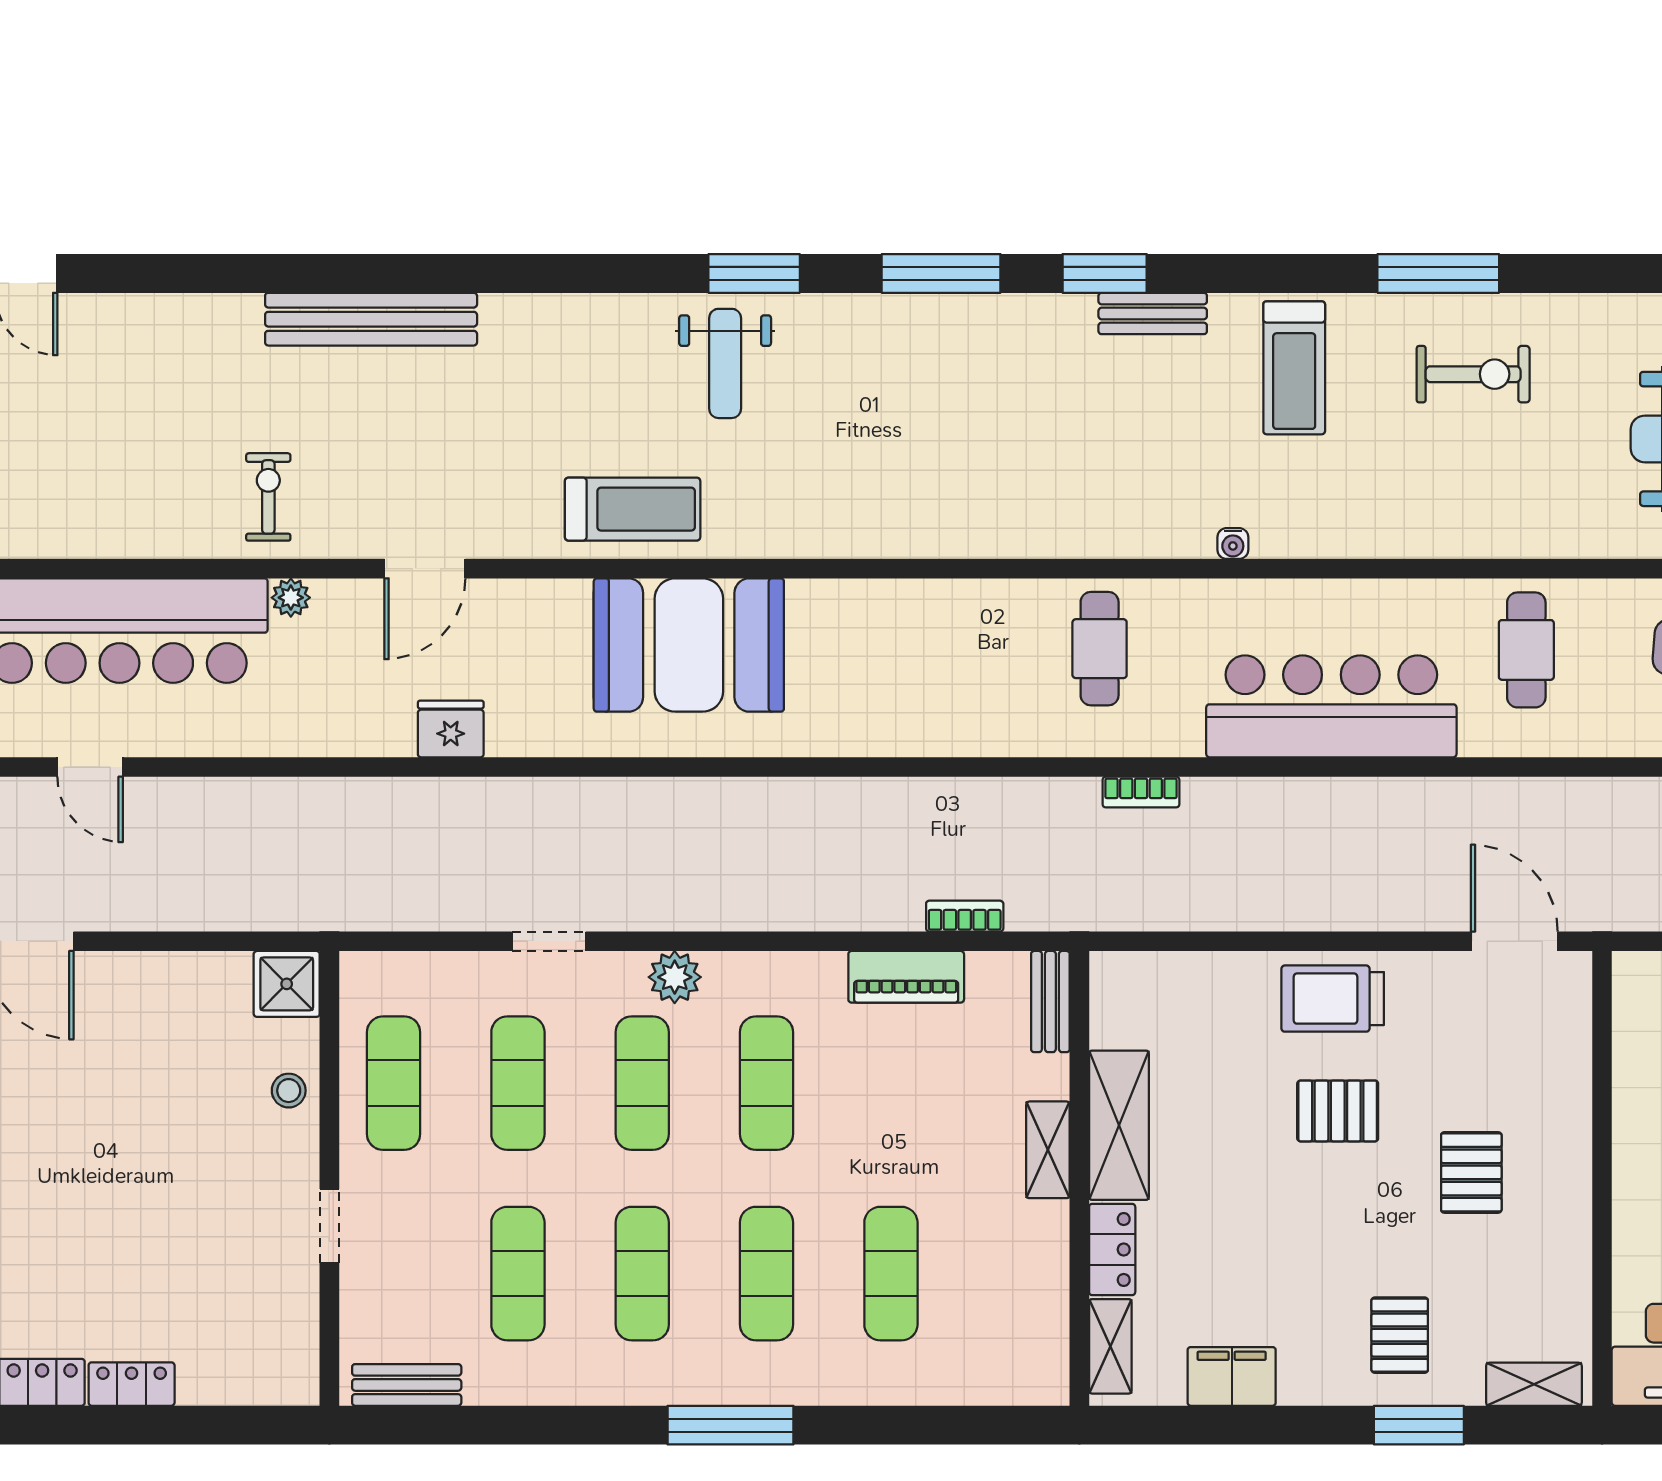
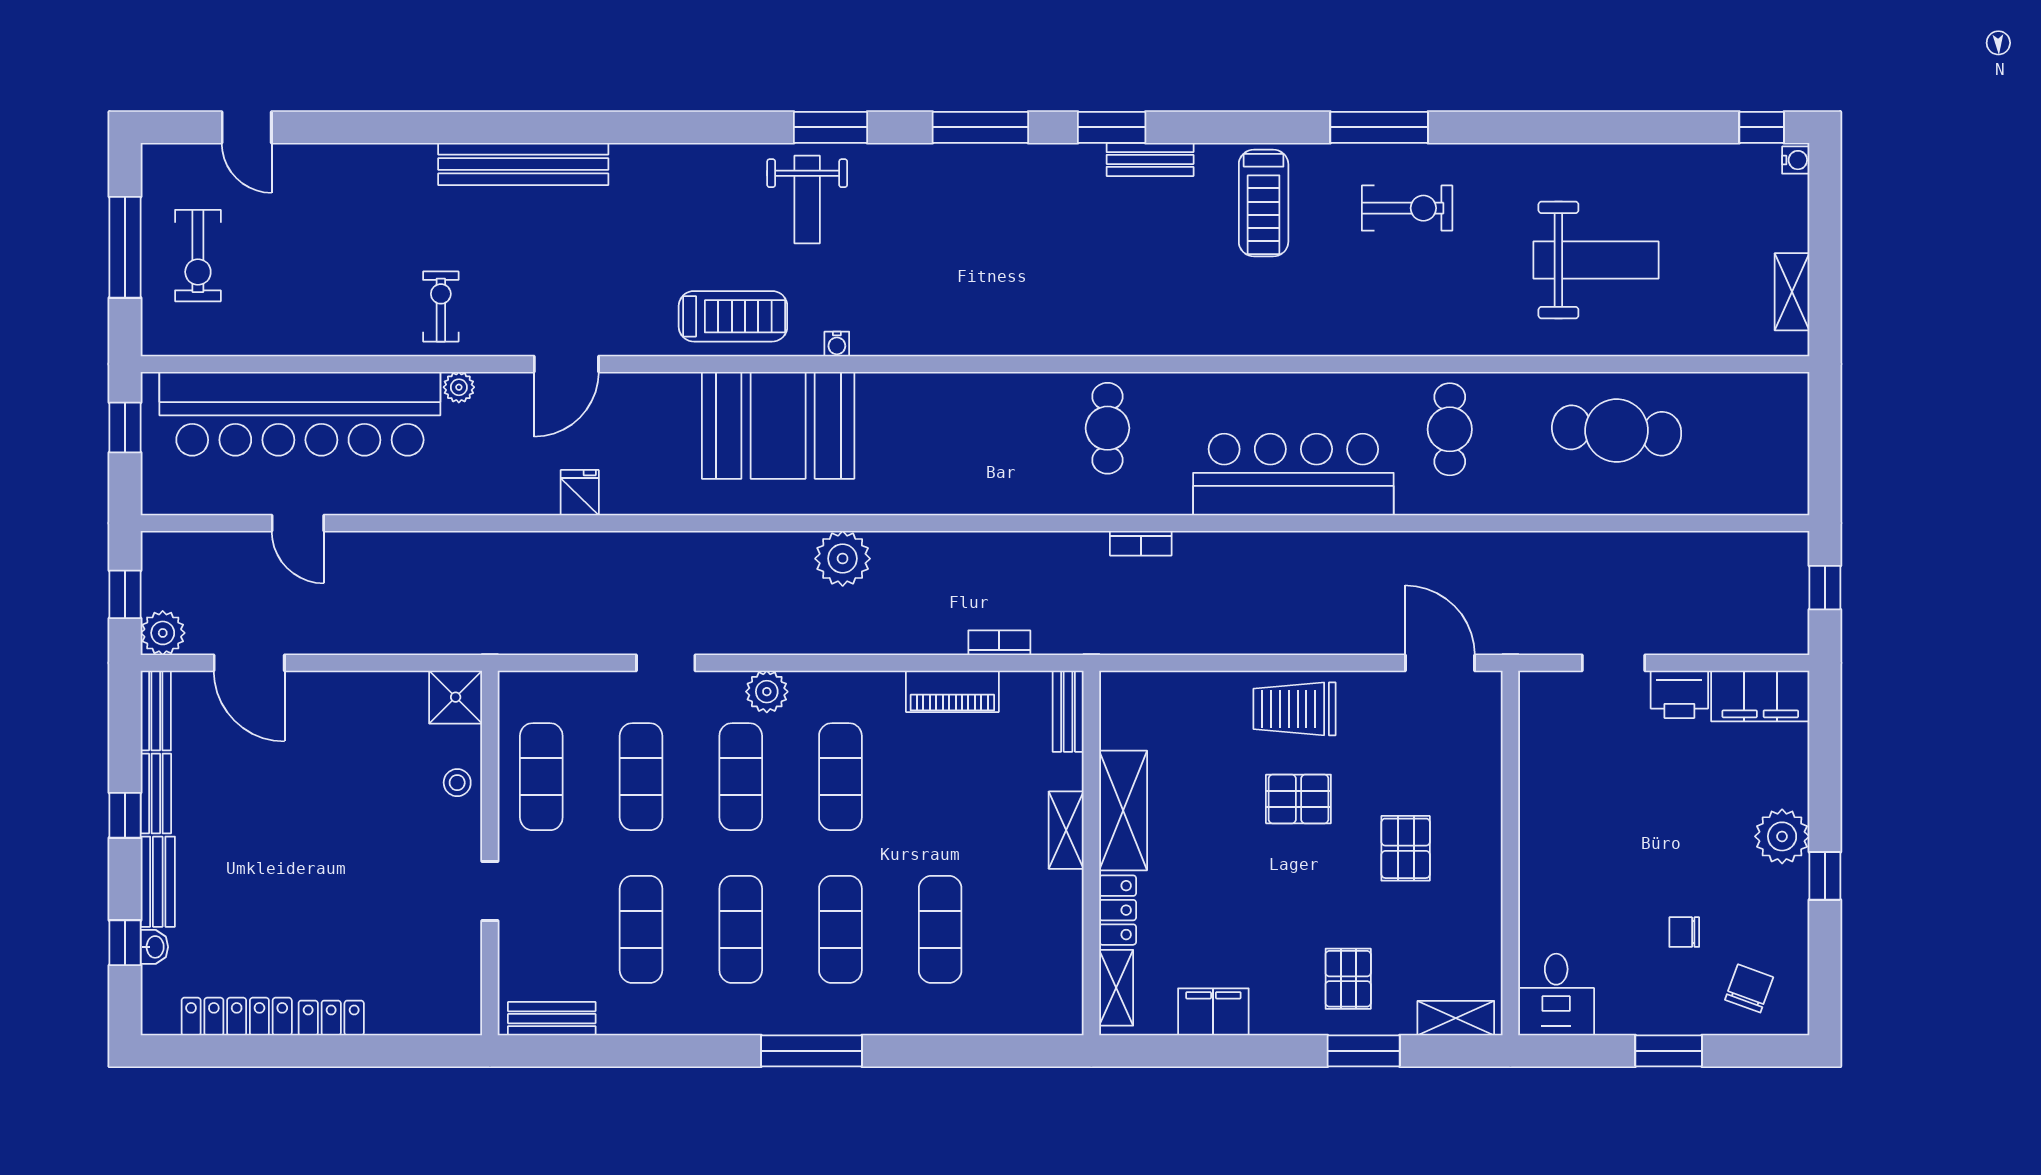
water cooler: (1233, 544) -> (837, 344), moved
fridge: (451, 729) -> (580, 493), width x0.72
plant: (769, 811) -> (843, 559), added

